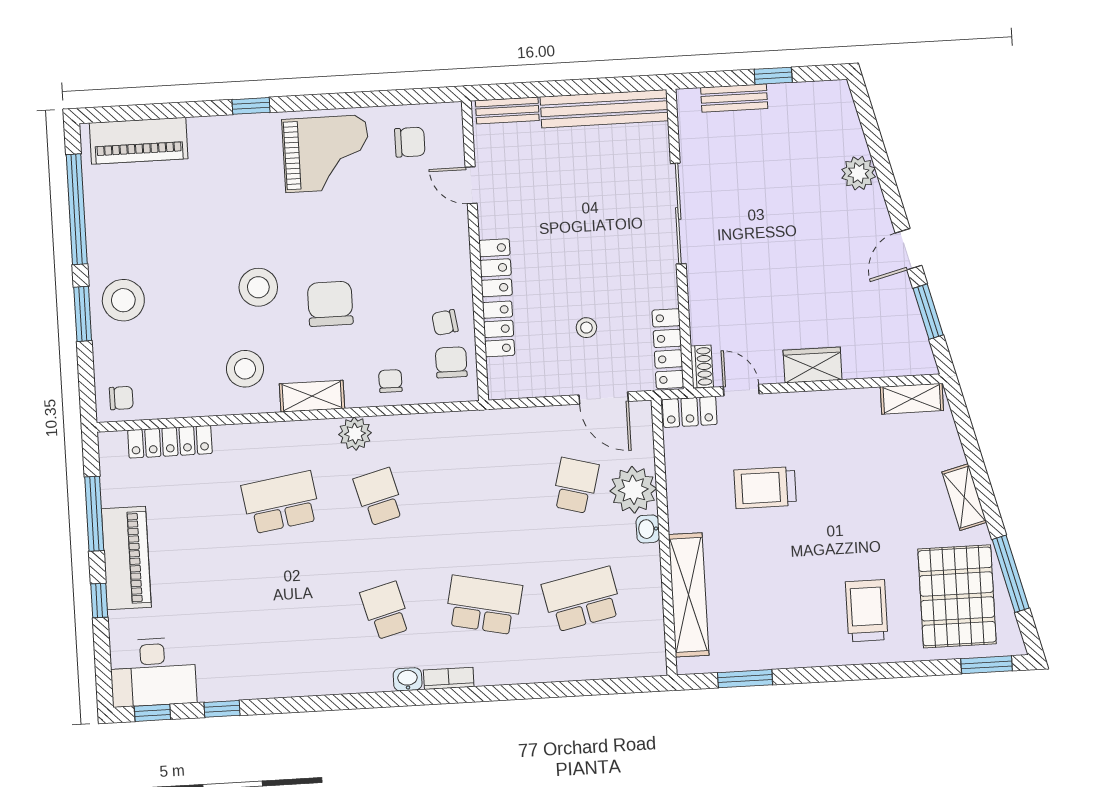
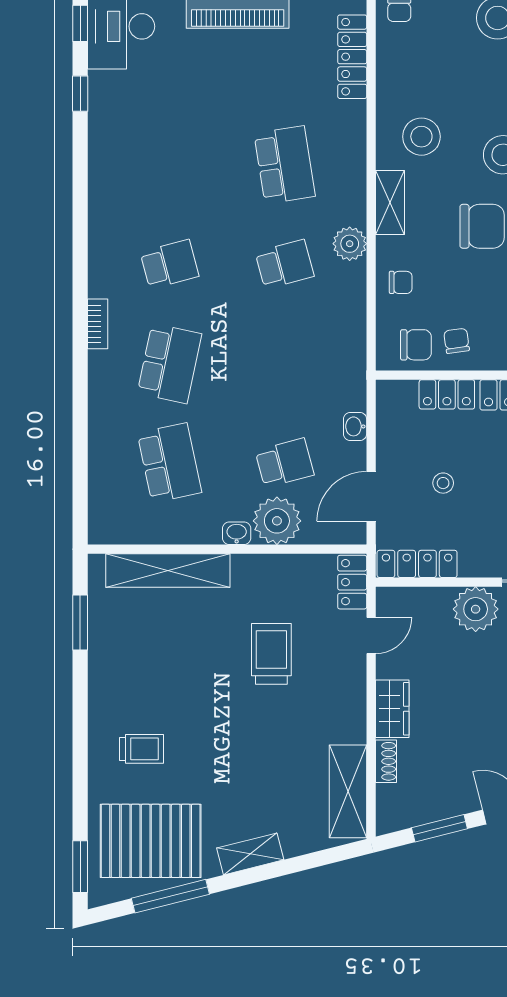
plant: (709, 288) -> (476, 609), added
shoe rack: (702, 367) -> (386, 761), moved, turned -90
shelving: (912, 399) -> (348, 791), width x1.50, depth x1.33
school desk: (575, 486) -> (285, 463), turned -30
trolley: (867, 611) -> (141, 749), width x0.73, depth x0.72
washbasin: (408, 679) -> (355, 426), moved, turned 180

